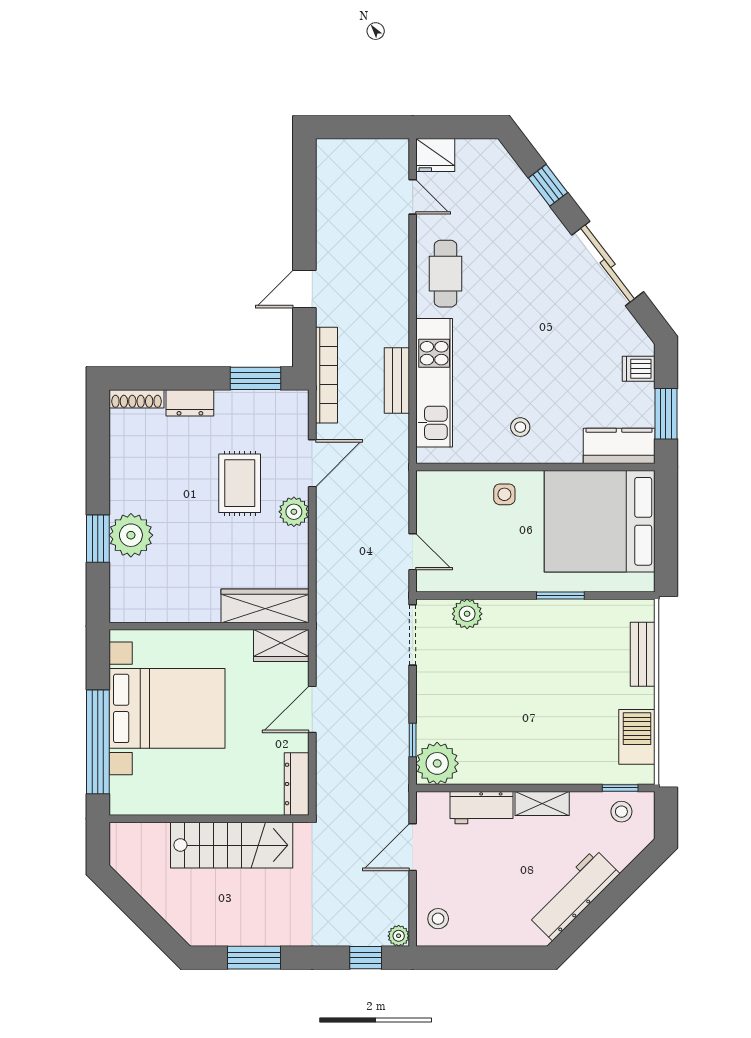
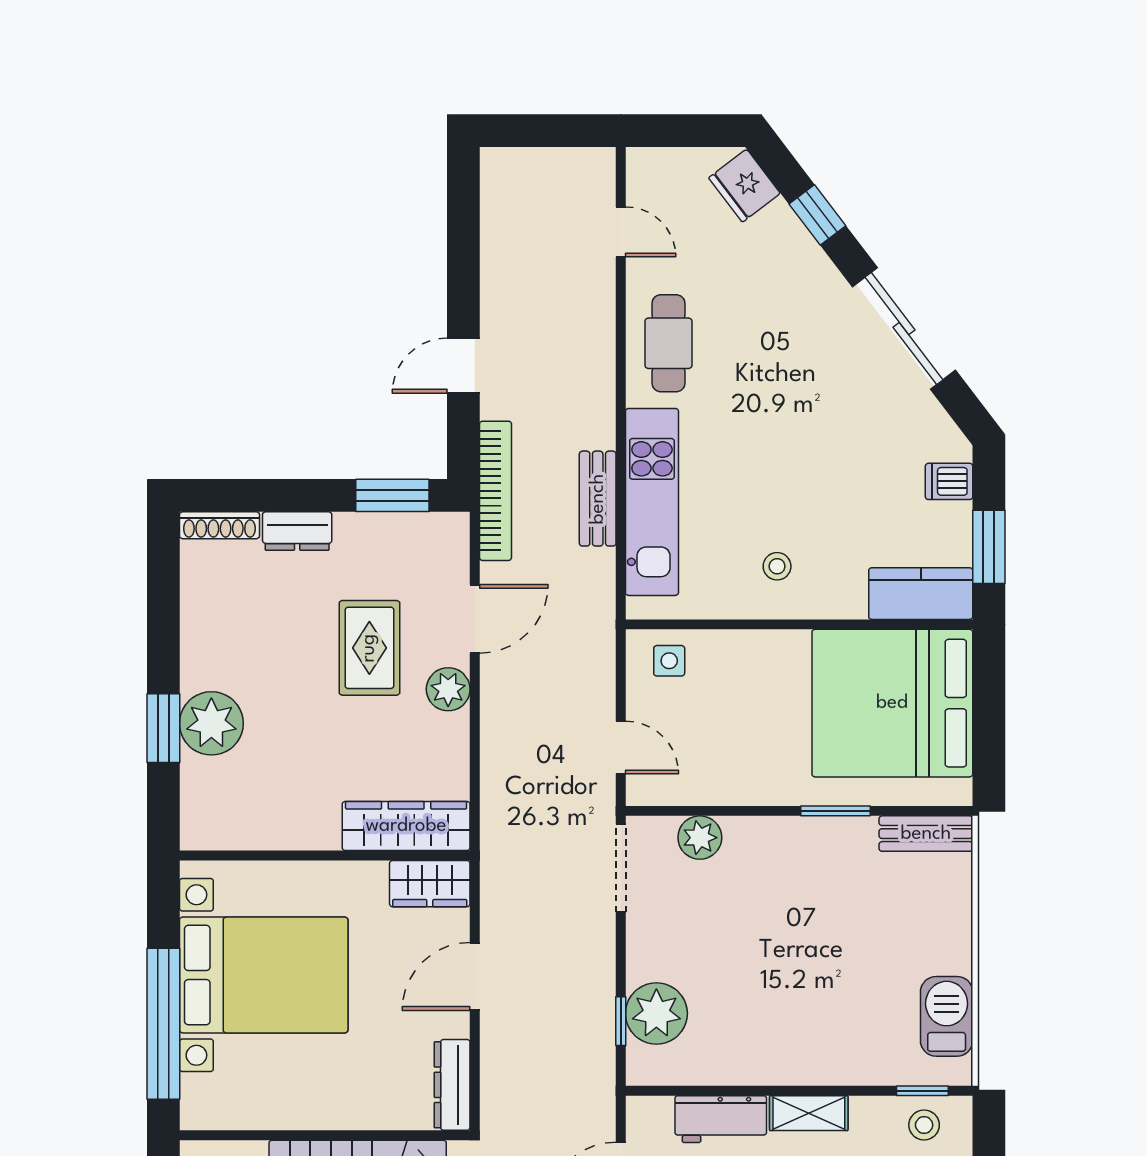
fridge: (435, 155) -> (744, 186), moved, turned 53
side table: (504, 494) -> (669, 661), moved
bench: (643, 654) -> (926, 834), moved, turned 90
plant: (437, 763) -> (656, 1013), moved

